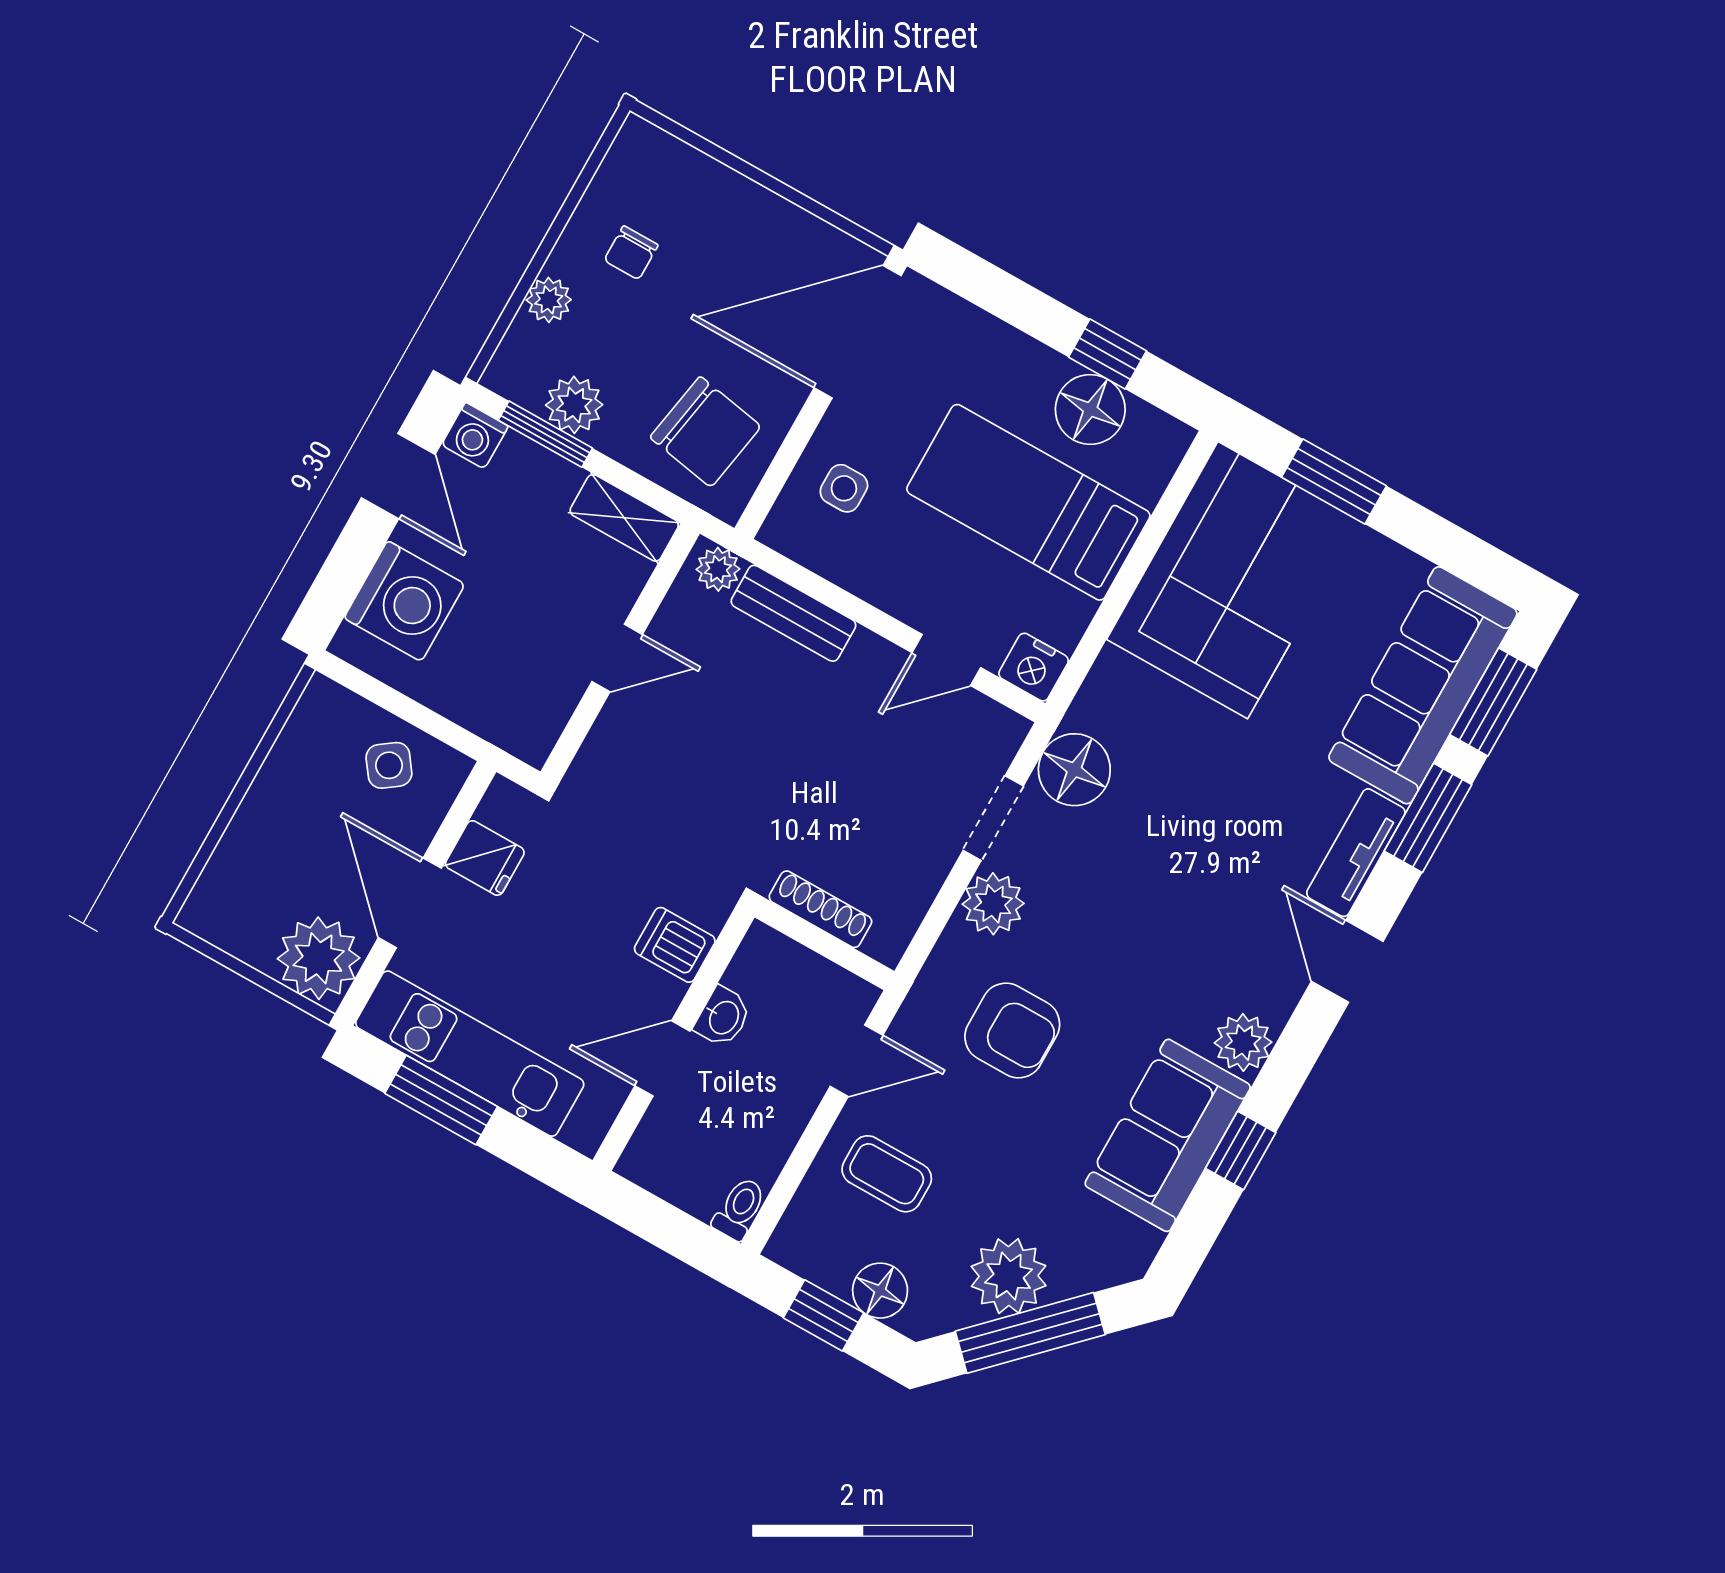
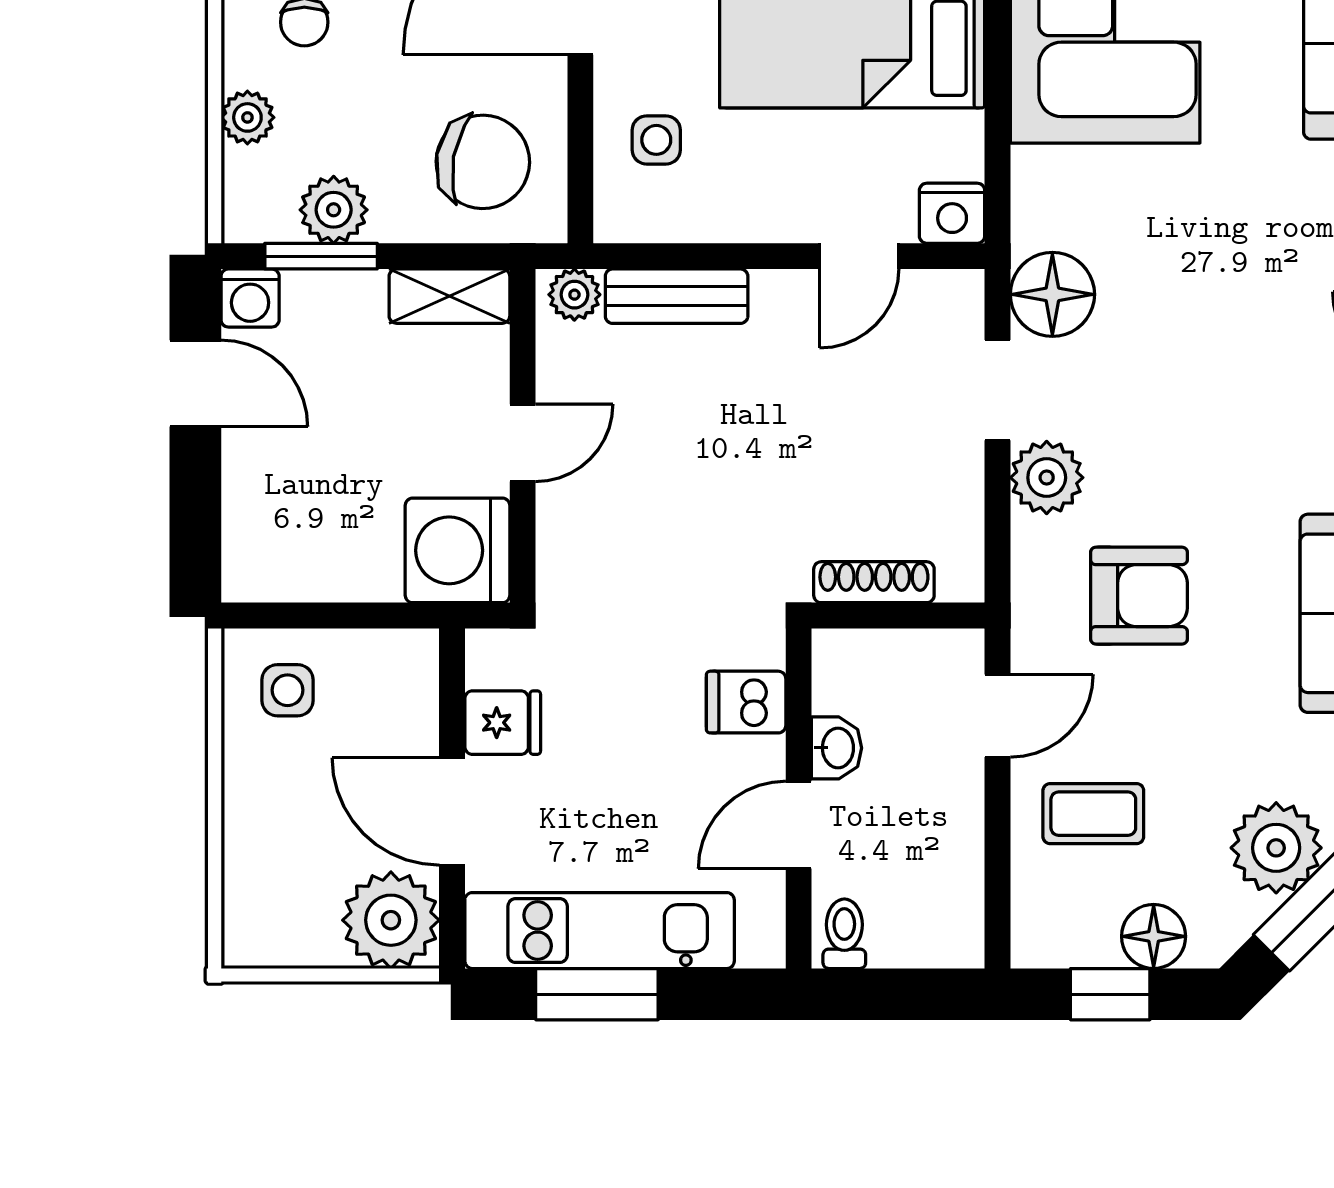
washing machine: (404, 601) -> (457, 550), moved, turned 180
side table: (389, 765) -> (287, 690), moved, turned 36
toilet: (739, 1209) -> (844, 934), moved

